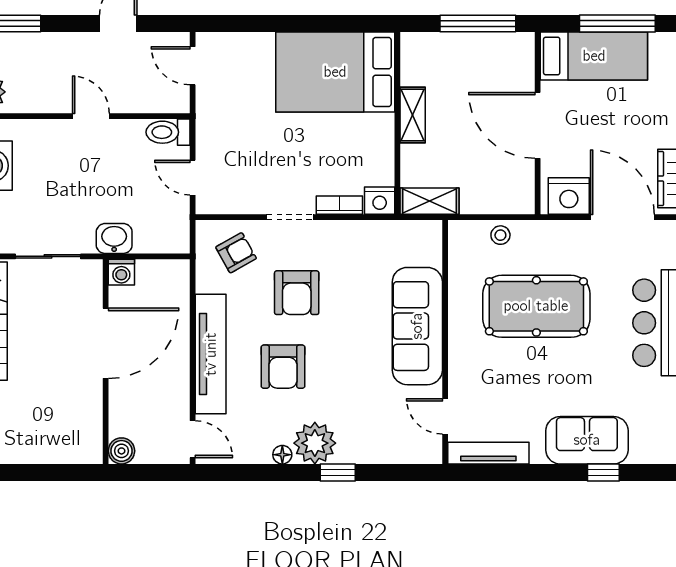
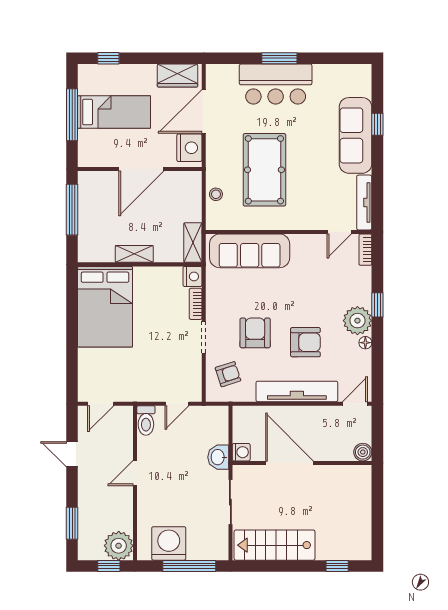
bed: (594, 56) -> (114, 112), moved, turned 90
armchair: (236, 253) -> (228, 374), turned 101
armchair: (297, 293) -> (255, 333), turned -90
sofa: (417, 326) -> (250, 251), moved
sofa: (587, 440) -> (356, 135), width x1.36
bookcase: (419, 455) -> (365, 250), added

